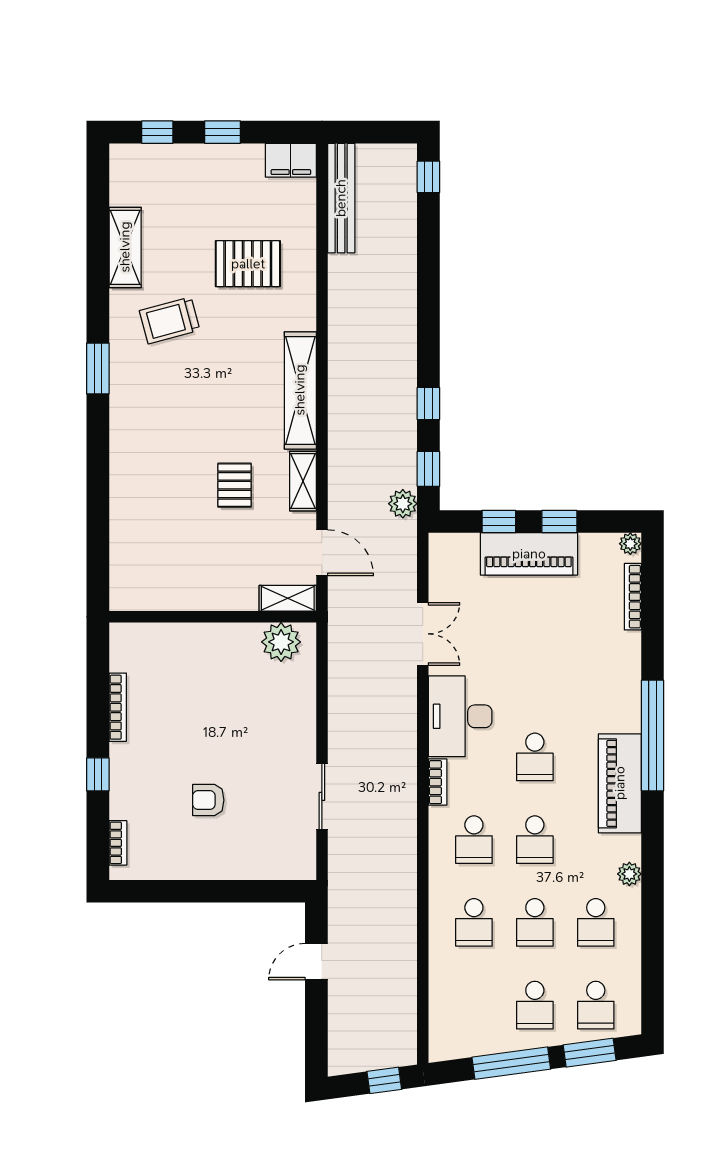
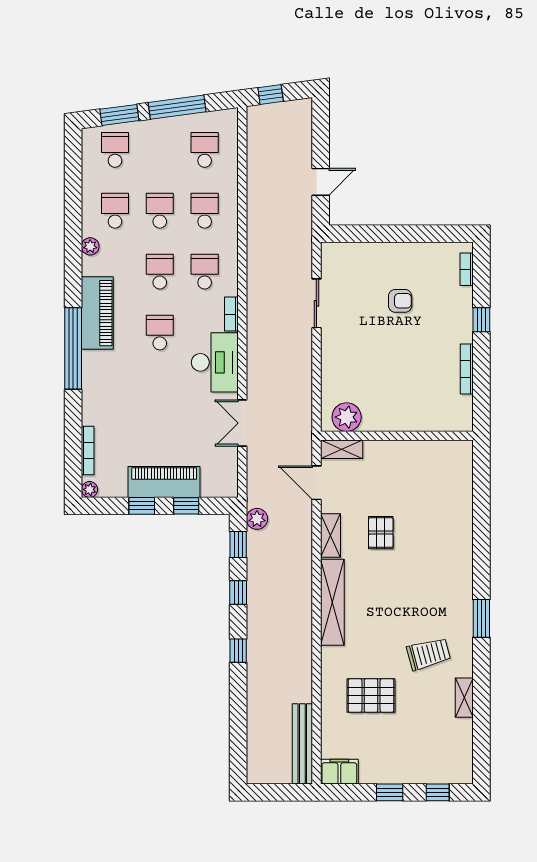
window: (428, 177) -> (238, 651), moved
shelving: (125, 247) -> (464, 698), width x0.67, depth x0.75
school desk: (535, 1005) -> (205, 150), moved

